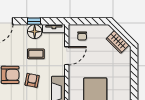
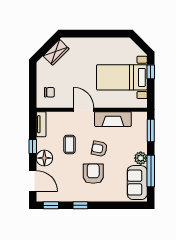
floor lamp: (35, 32) -> (44, 158), moved
door: (67, 56) -> (84, 110), moved

